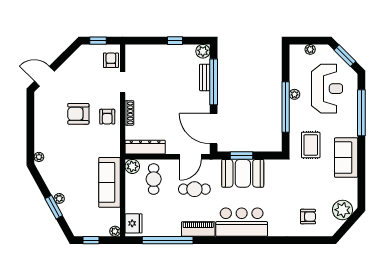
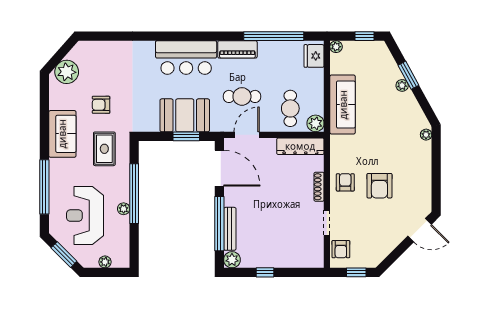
bench: (205, 77) -> (230, 229), width x1.36
armchair: (78, 114) -> (379, 186), turned 90
armchair: (308, 217) -> (101, 105), moved

